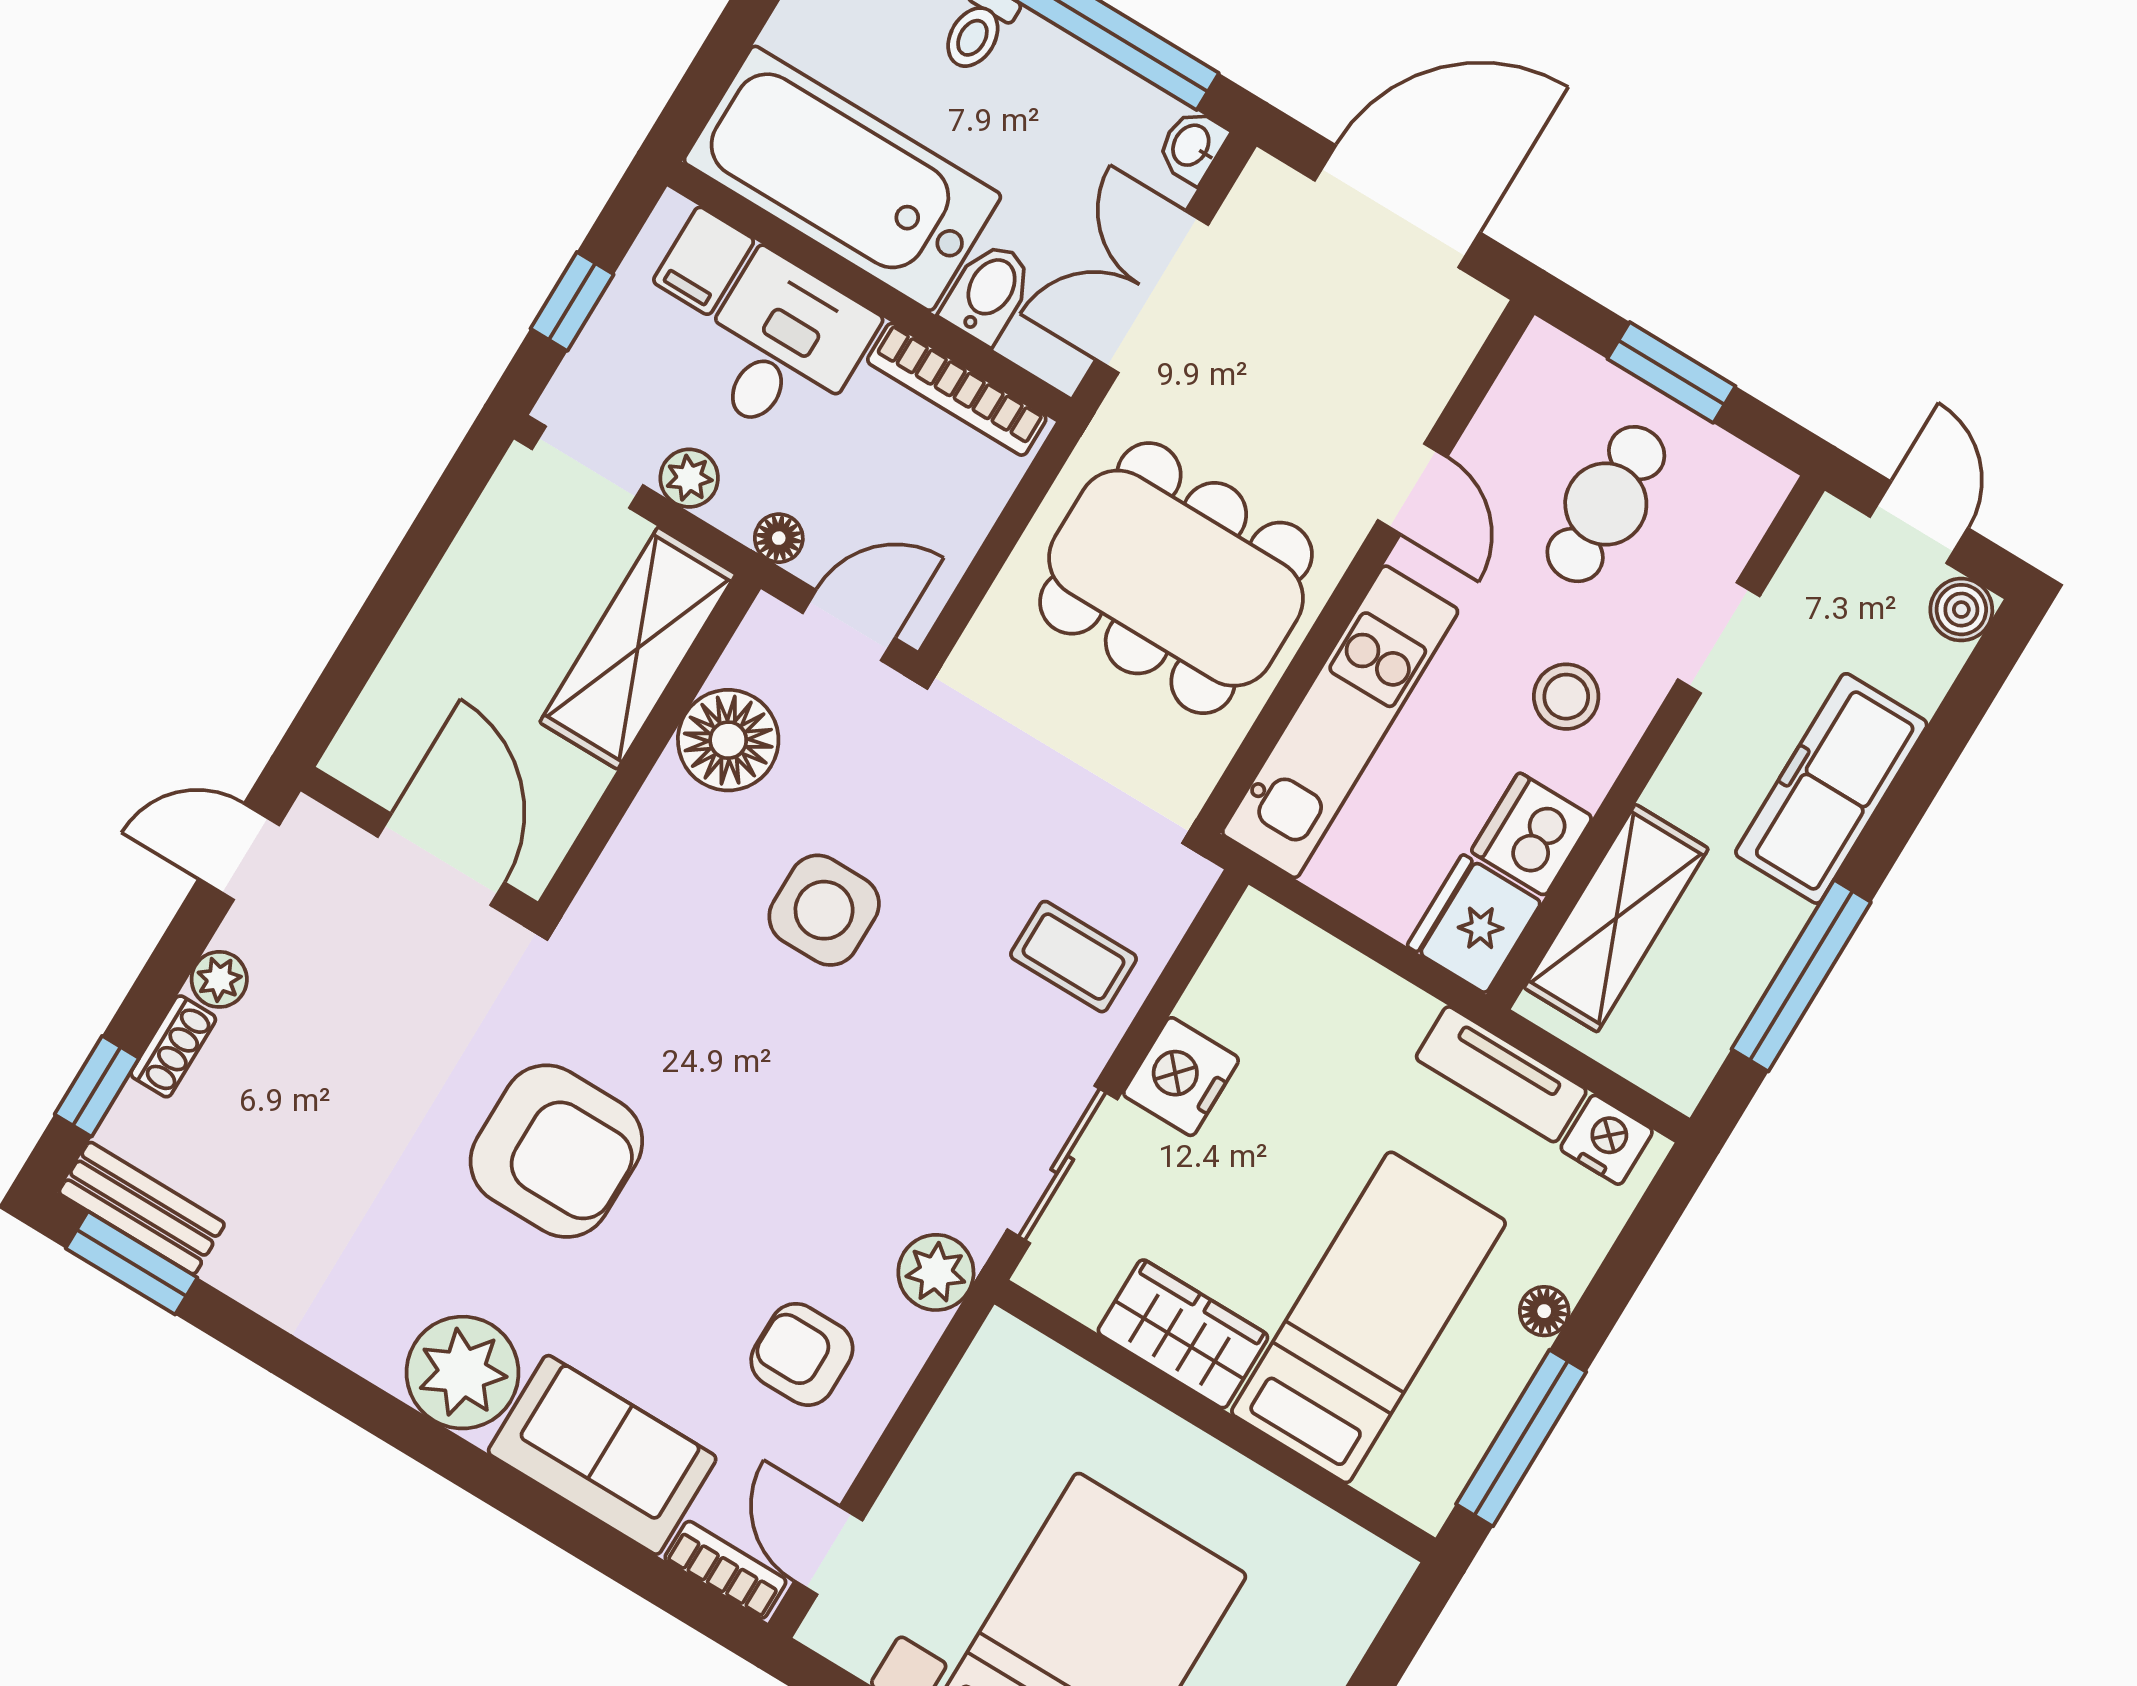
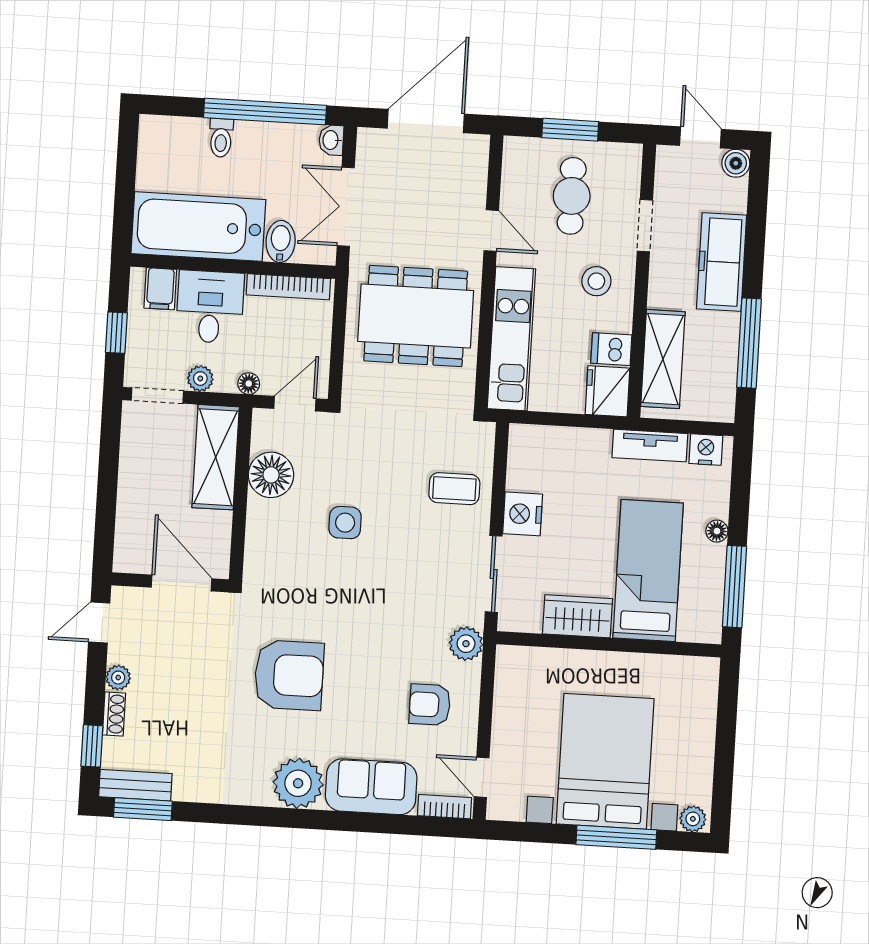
dishwasher: (1532, 834) -> (611, 349), width x0.73
side table: (824, 910) -> (345, 523), width x0.73, depth x0.73

